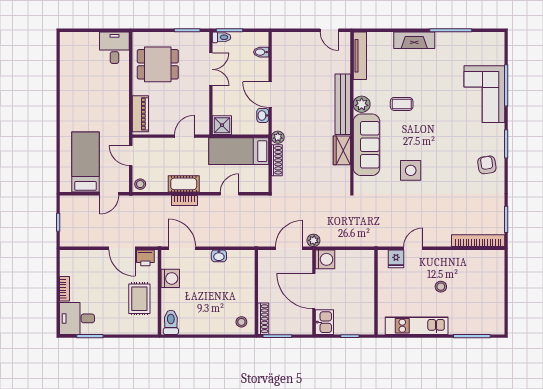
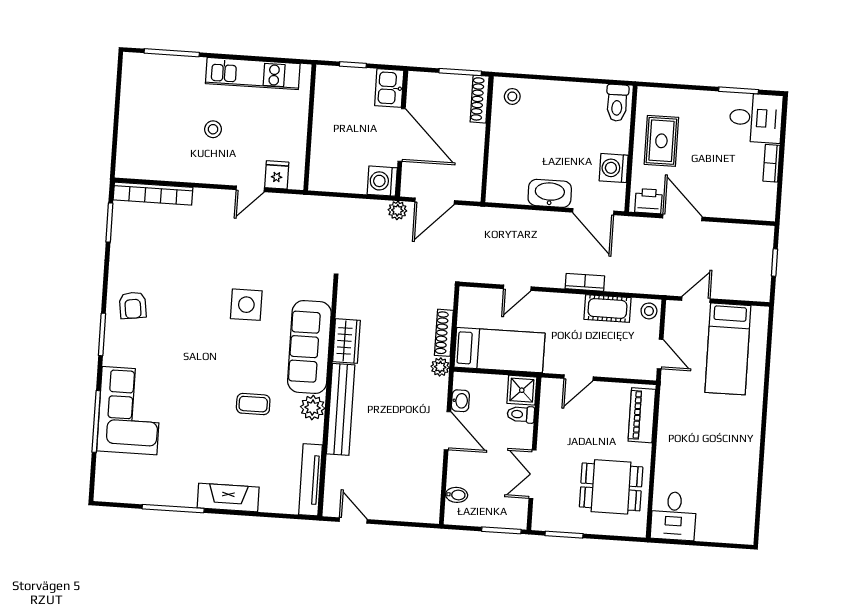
toilet: (222, 37) -> (521, 414), moved
cot: (184, 184) -> (607, 308), moved
washbasin: (219, 256) -> (550, 193), width x1.91, depth x1.45

